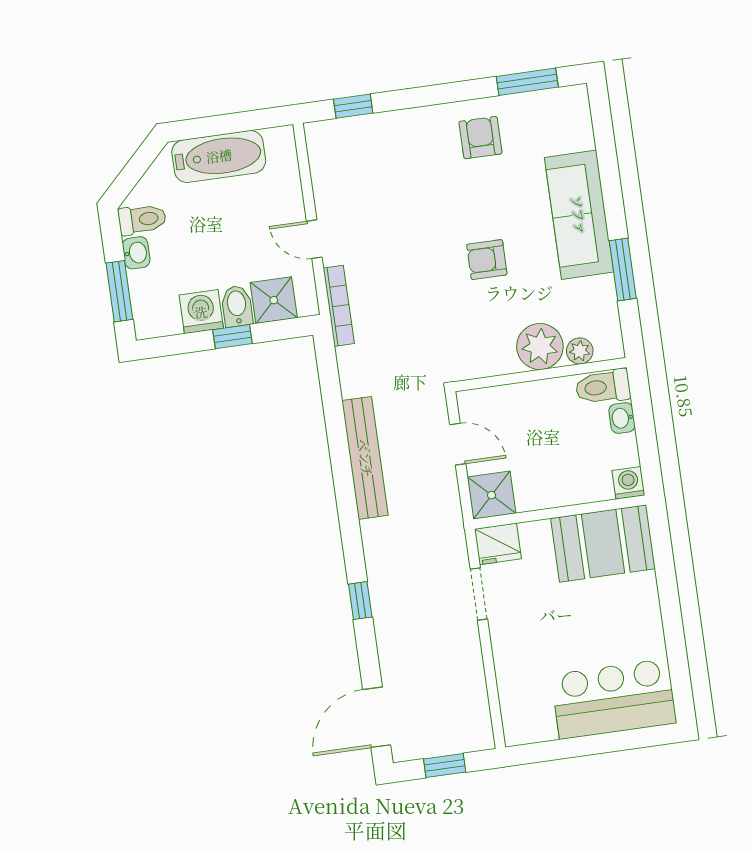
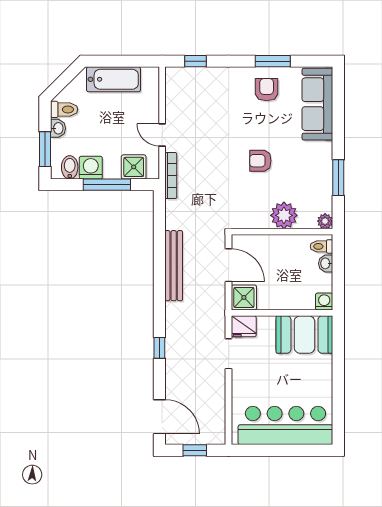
window: (527, 82) -> (273, 61), moved
sofa: (579, 215) -> (317, 104), moved
bidet: (237, 306) -> (70, 167), moved
window: (232, 337) -> (107, 185), width x2.17
plant: (580, 351) -> (325, 221), moved
toilet: (603, 387) -> (322, 246), width x0.73, depth x0.72
door: (458, 444) -> (229, 265), width x1.37
bar counter: (614, 699) -> (285, 425), width x1.36
door: (377, 717) -> (159, 417), swing flipped

